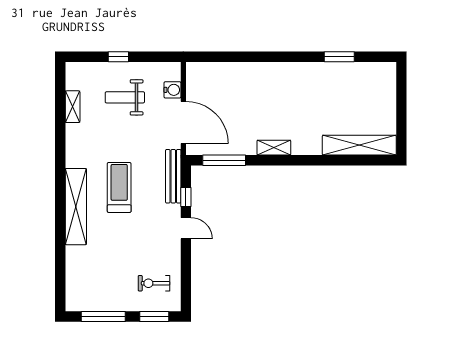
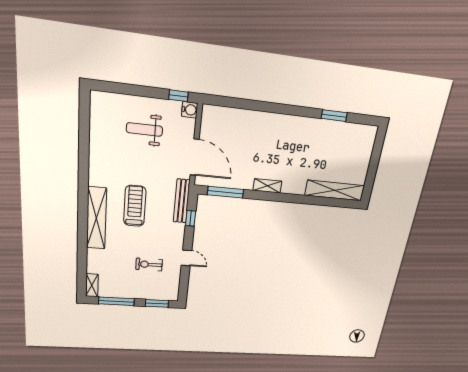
window: (118, 57) -> (179, 96), moved
water cooler: (172, 90) -> (190, 110), moved
shelving: (73, 107) -> (92, 285), moved
door: (186, 228) -> (186, 258), moved
exercise bike: (154, 283) -> (149, 265), moved

